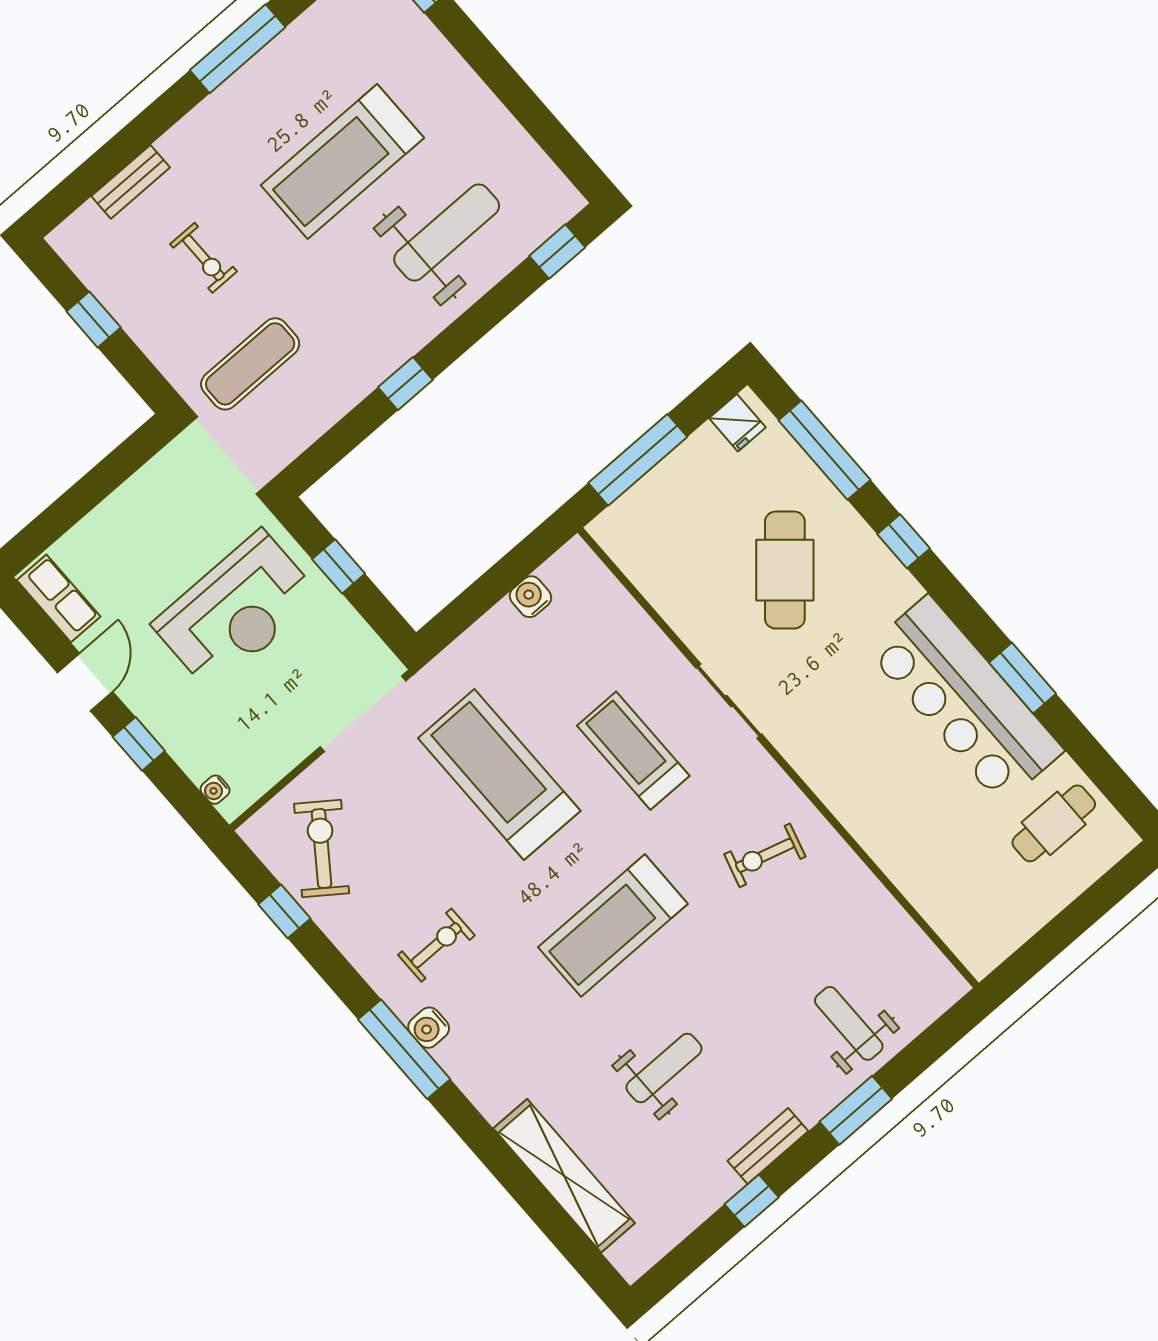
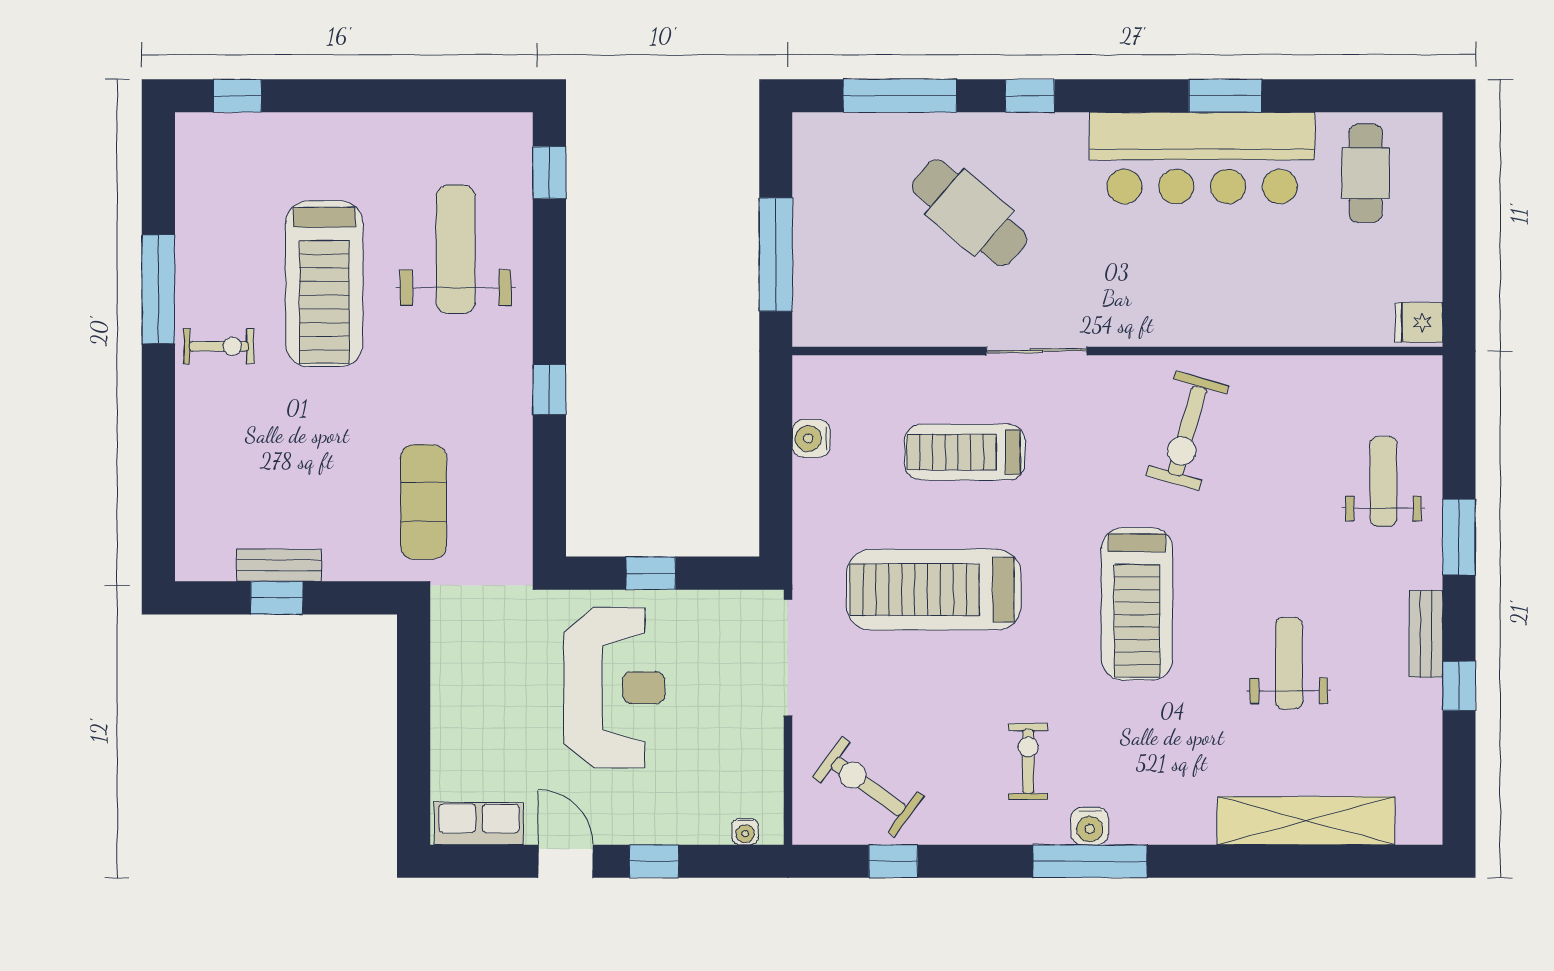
bench: (131, 182) -> (279, 565), moved, turned 90
exercise bike: (204, 258) -> (219, 346), moved
fridge: (737, 423) -> (1419, 322), moved, turned 180
treadmill: (633, 751) -> (965, 452), moved
exercise bike: (765, 855) -> (1187, 431), width x1.38, depth x1.39
weight bench: (849, 1023) -> (1383, 481), turned 90

